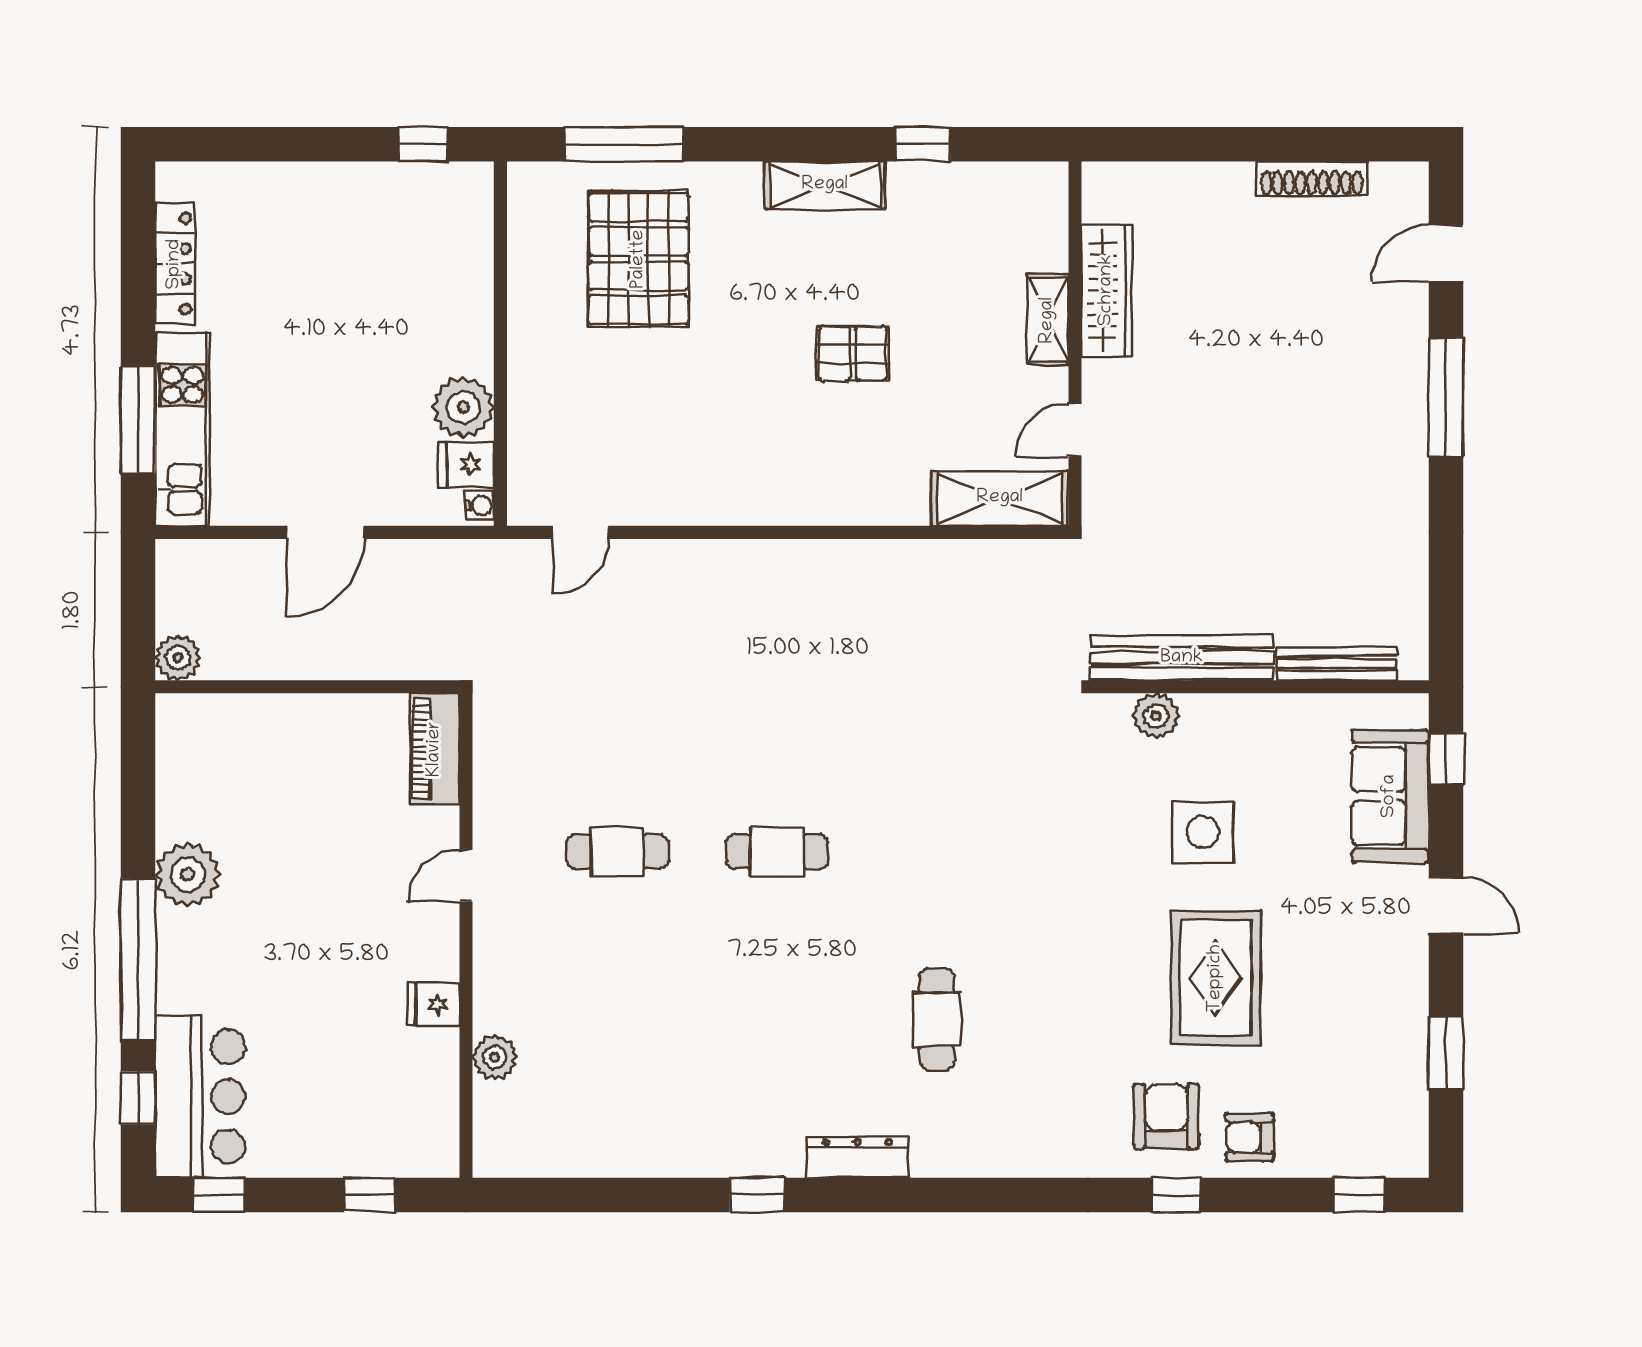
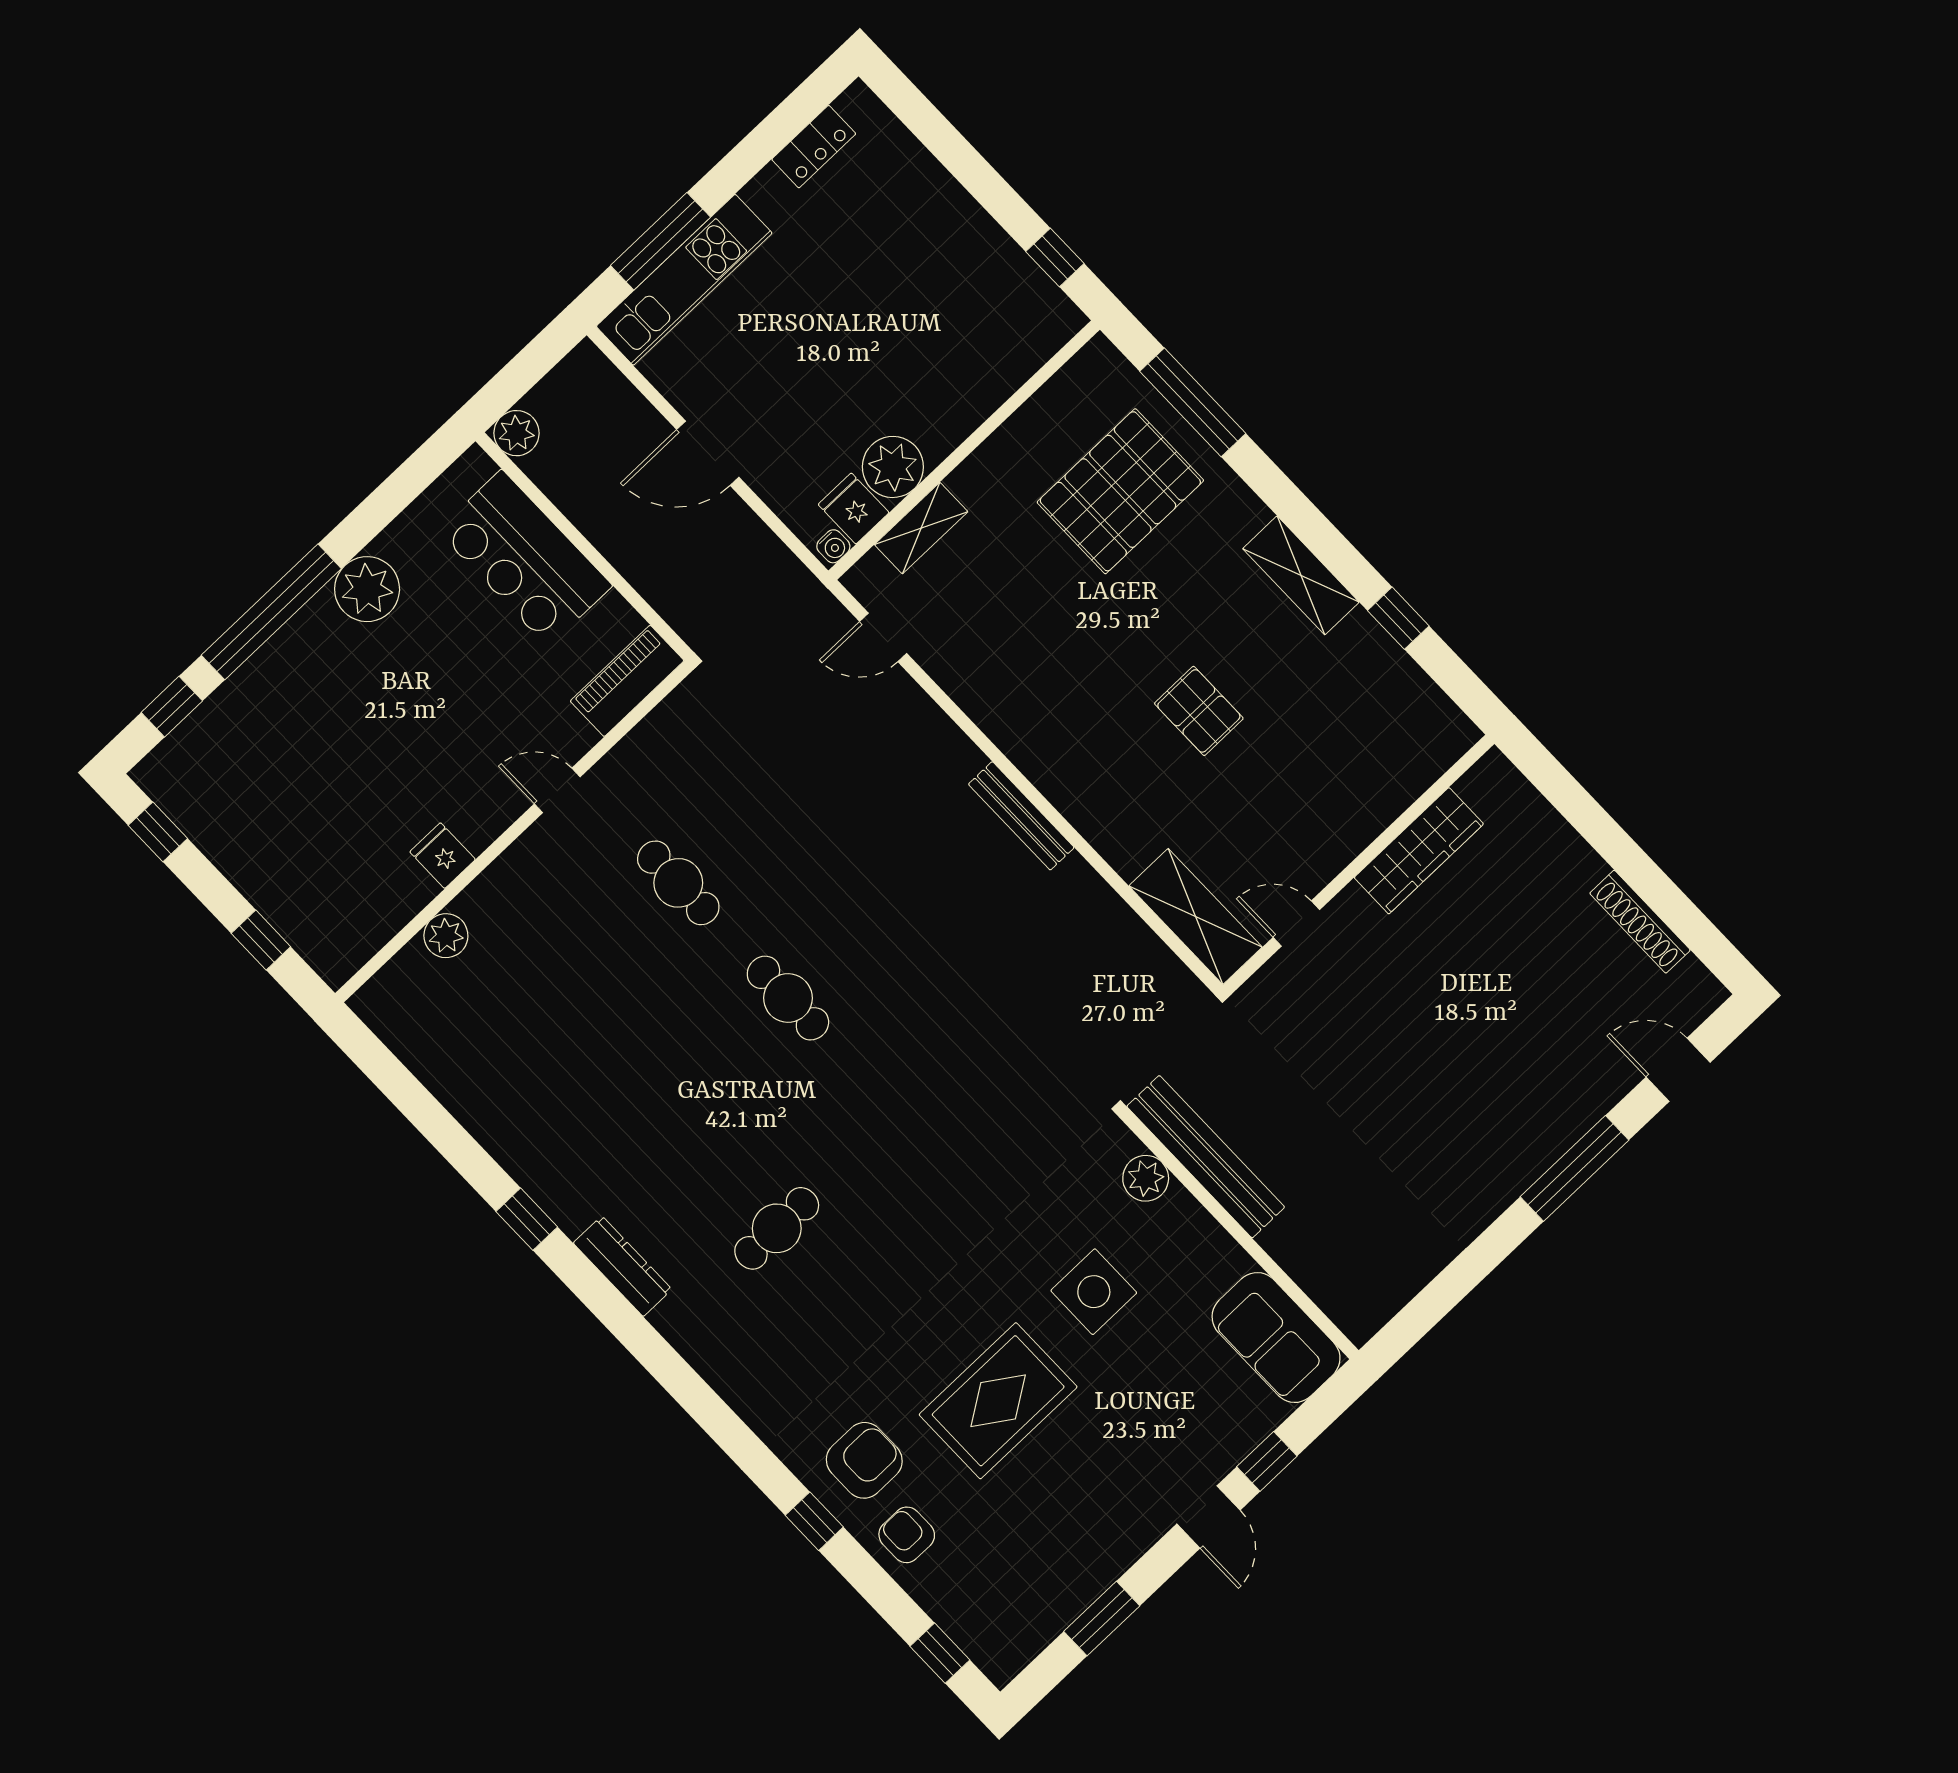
locker: (175, 264) -> (814, 147), width x0.66
shelving: (1048, 320) -> (921, 528), moved
bench: (1337, 664) -> (1021, 816), moved
window: (1446, 759) -> (1267, 1461), moved
sofa: (1390, 796) -> (1276, 1338), moved, turned -90
bar counter: (200, 1097) -> (525, 558), moved, turned 90

